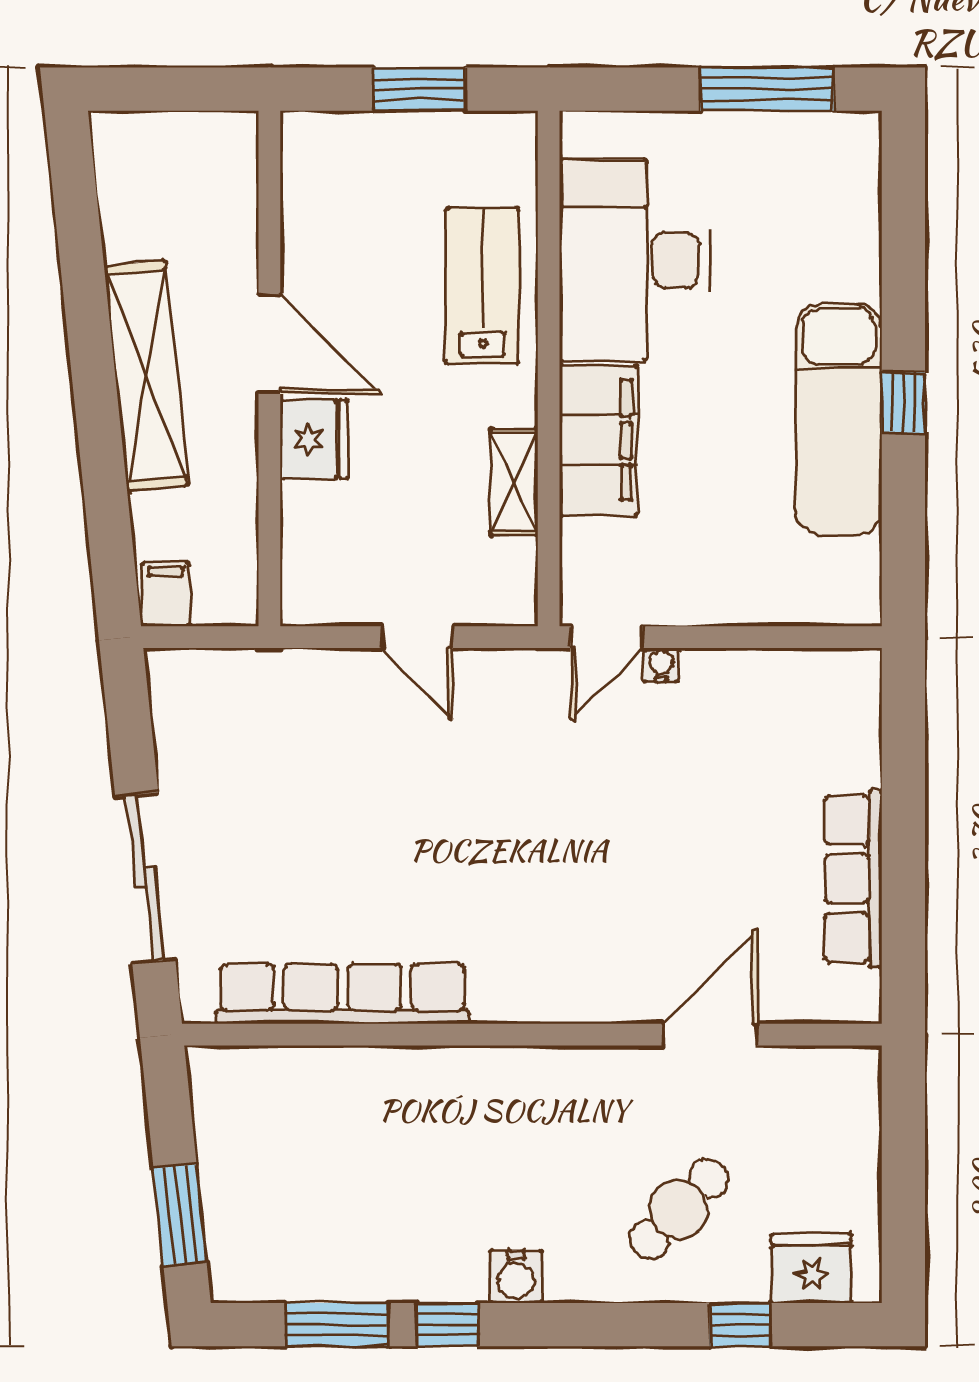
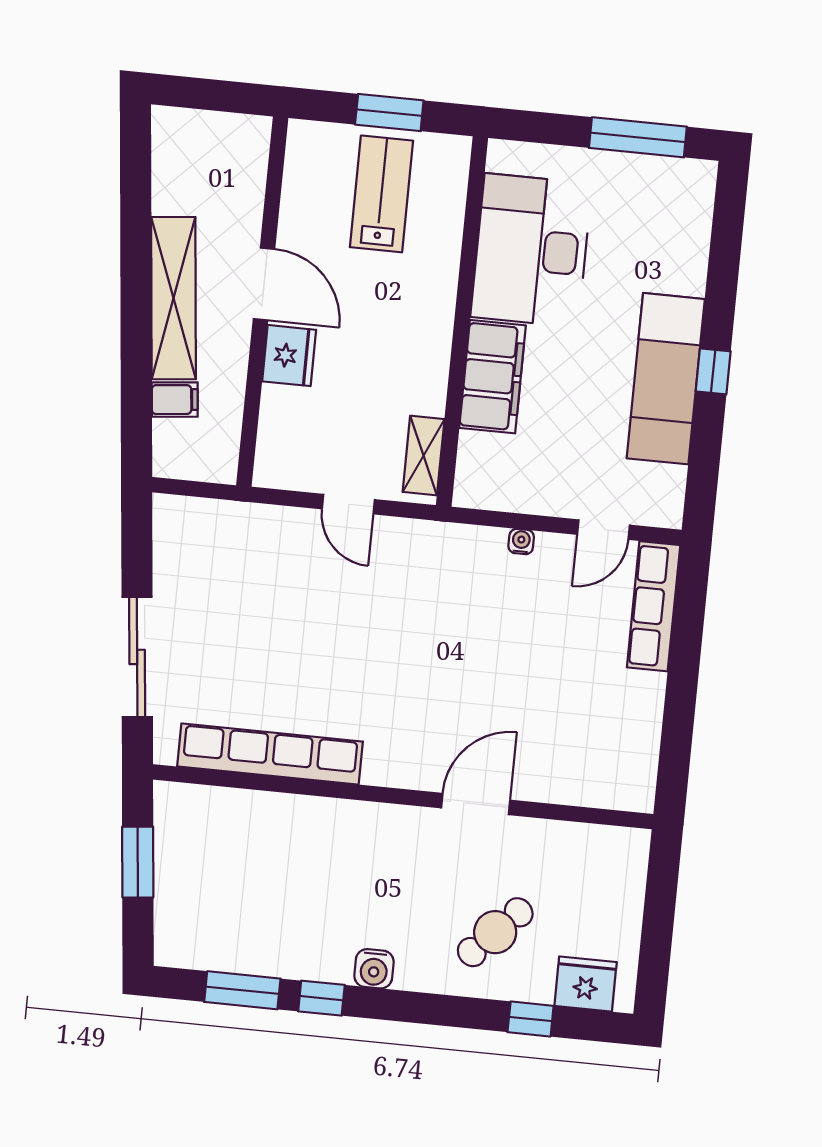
lab bench: (483, 286) -> (381, 194), moved
shelving: (514, 482) -> (424, 455), moved
filing cabinet: (166, 594) -> (175, 400), moved, turned 84
door: (606, 637) -> (603, 530), moved
row of seats: (853, 879) -> (654, 606), moved
door: (710, 1035) -> (476, 804), moved
window: (180, 1215) -> (138, 862), moved

